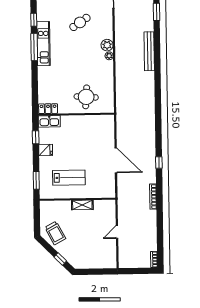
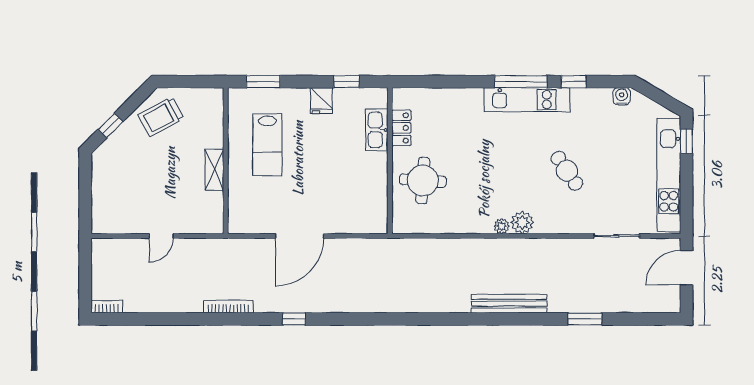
locker: (48, 109) -> (401, 128), moved
kitchen sink: (49, 121) -> (377, 130), moved
door: (117, 232) -> (161, 236), swing flipped

